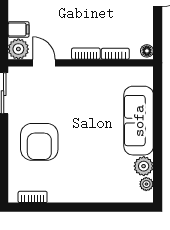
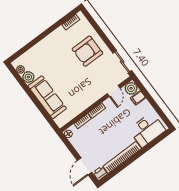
door: (44, 63) -> (114, 91), hinge flipped
armchair: (39, 142) -> (87, 51), turned -90

